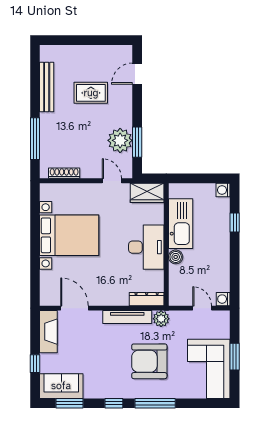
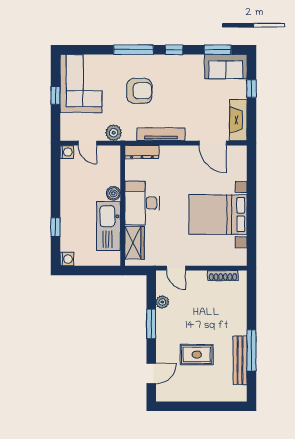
window: (35, 139) -> (252, 350), moved
plant: (120, 140) -> (162, 302), width x0.53, depth x0.53
window: (137, 142) -> (151, 324), moved
wardrobe: (147, 193) -> (135, 243), moved, turned 90
plant: (161, 319) -> (114, 133), moved
window: (235, 357) -> (55, 95), width x0.67
armchair: (149, 361) -> (139, 91), width x0.73, depth x0.73

